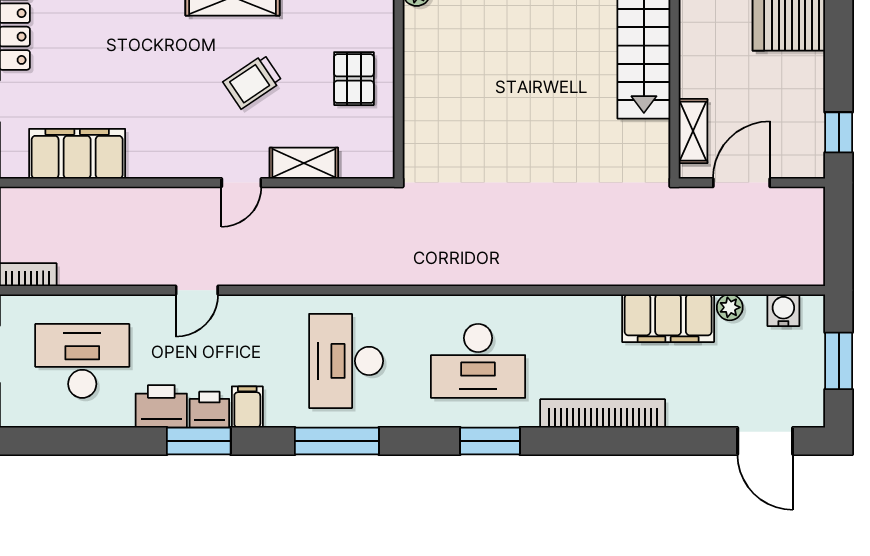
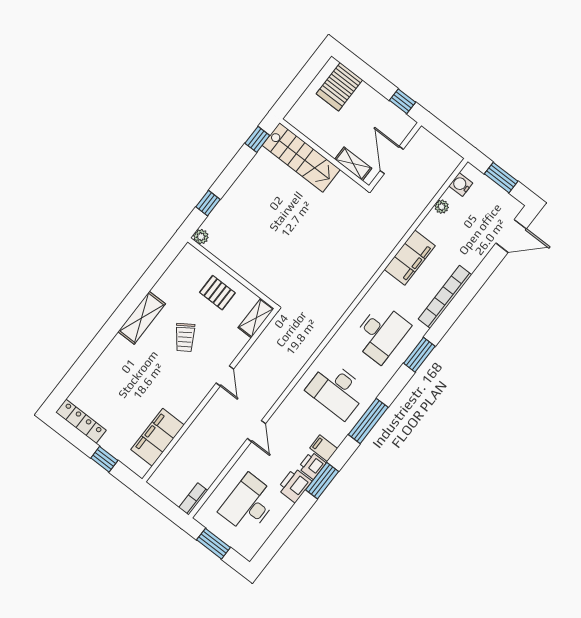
shelving: (304, 163) -> (256, 318), moved
filing cabinet: (668, 318) -> (410, 258), moved

